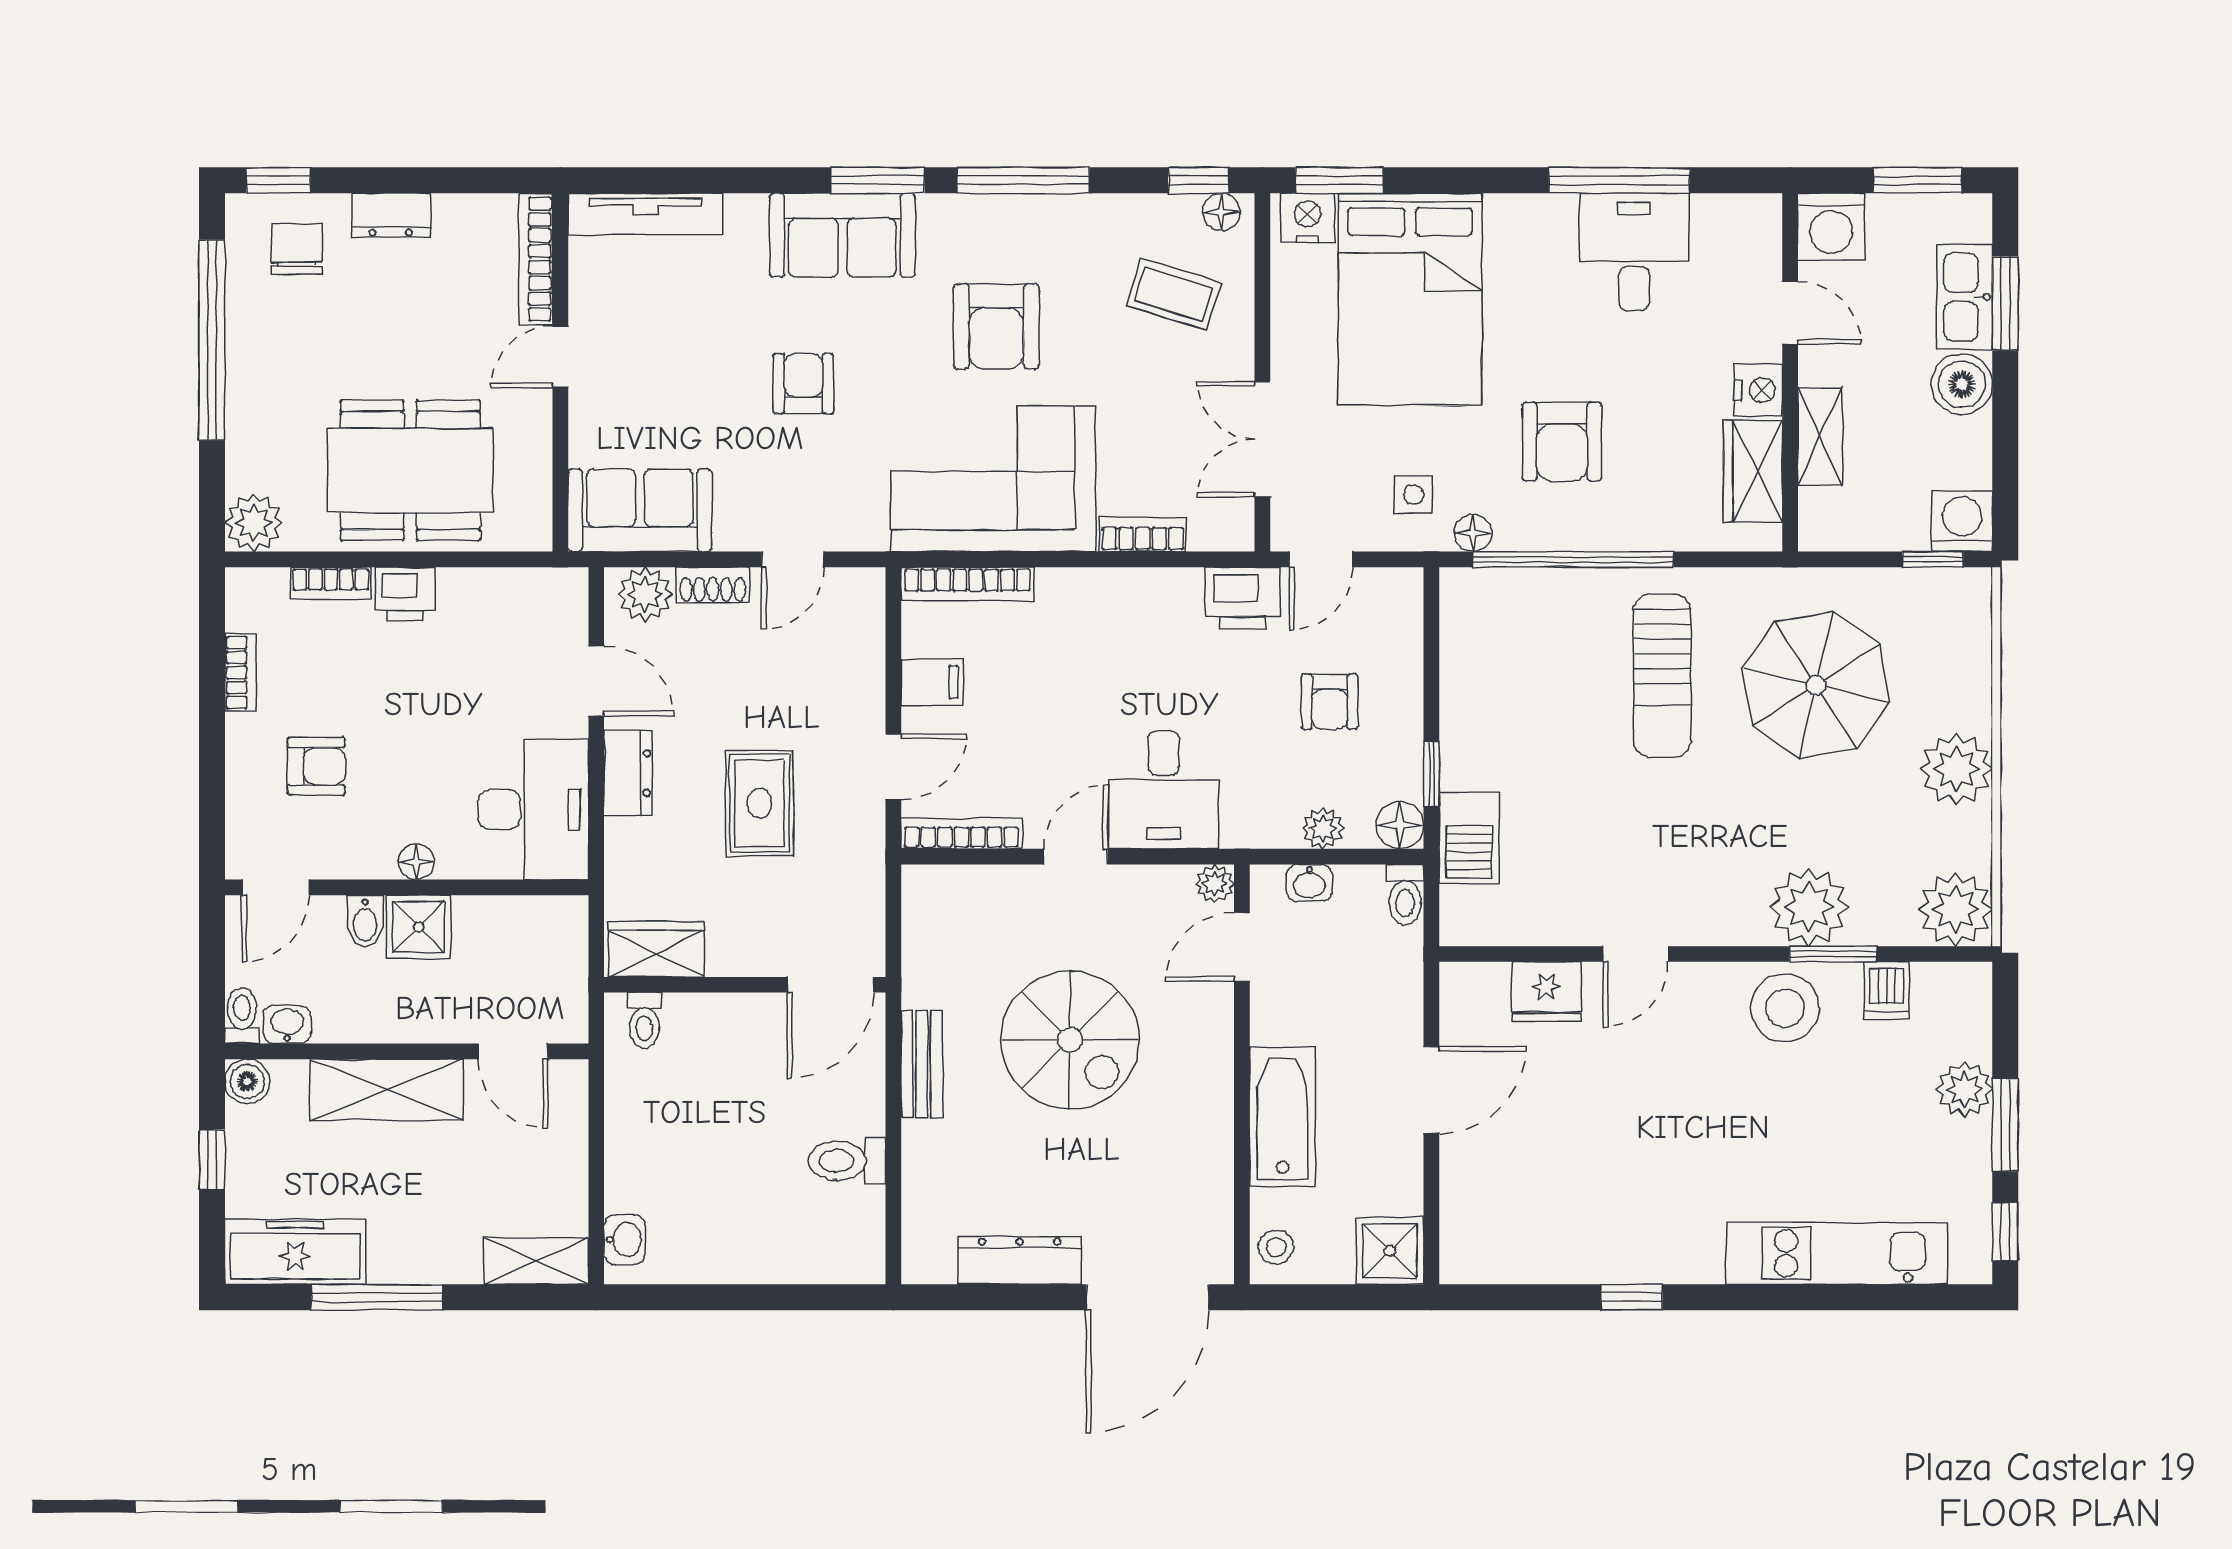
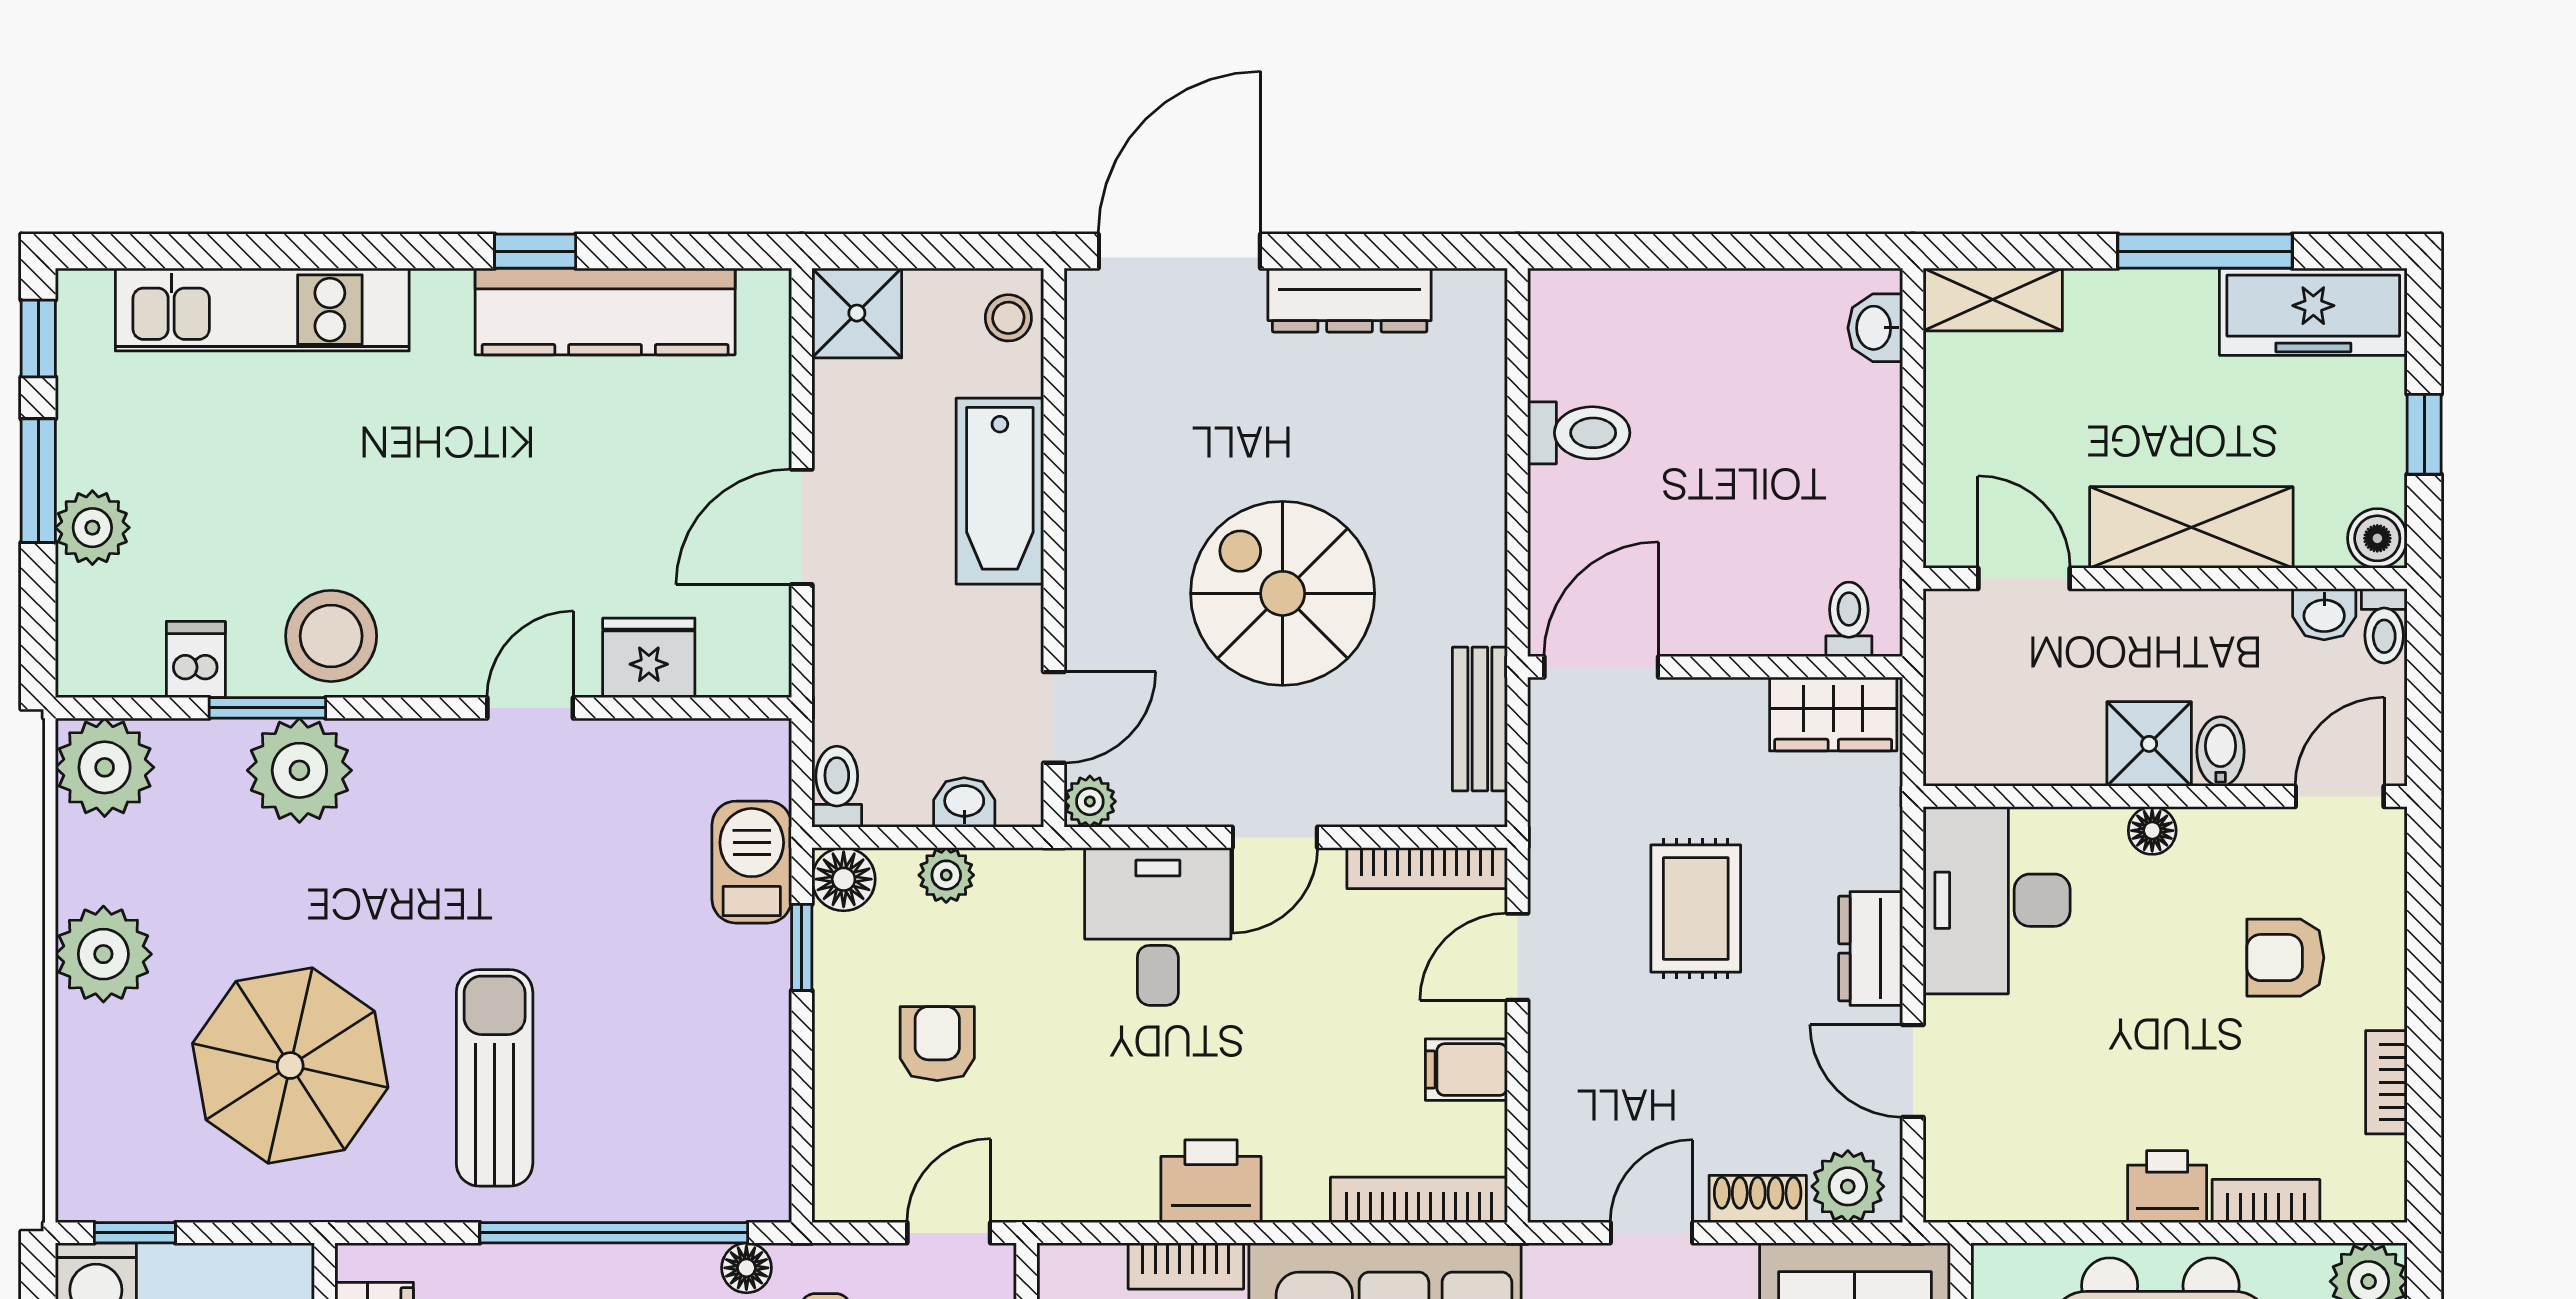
printer: (1243, 598) -> (1211, 1181), moved
bench: (922, 1064) -> (1480, 719), moved
kitchen counter: (1579, 1252) -> (605, 311), added

